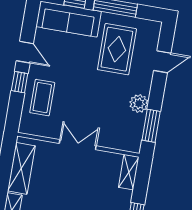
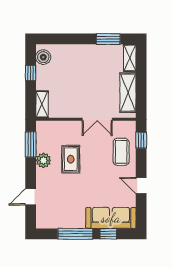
rug: (117, 49) -> (71, 159), moved, width x0.73, depth x0.70
window: (20, 82) -> (141, 140), moved
double door: (78, 145) -> (97, 119), moved

